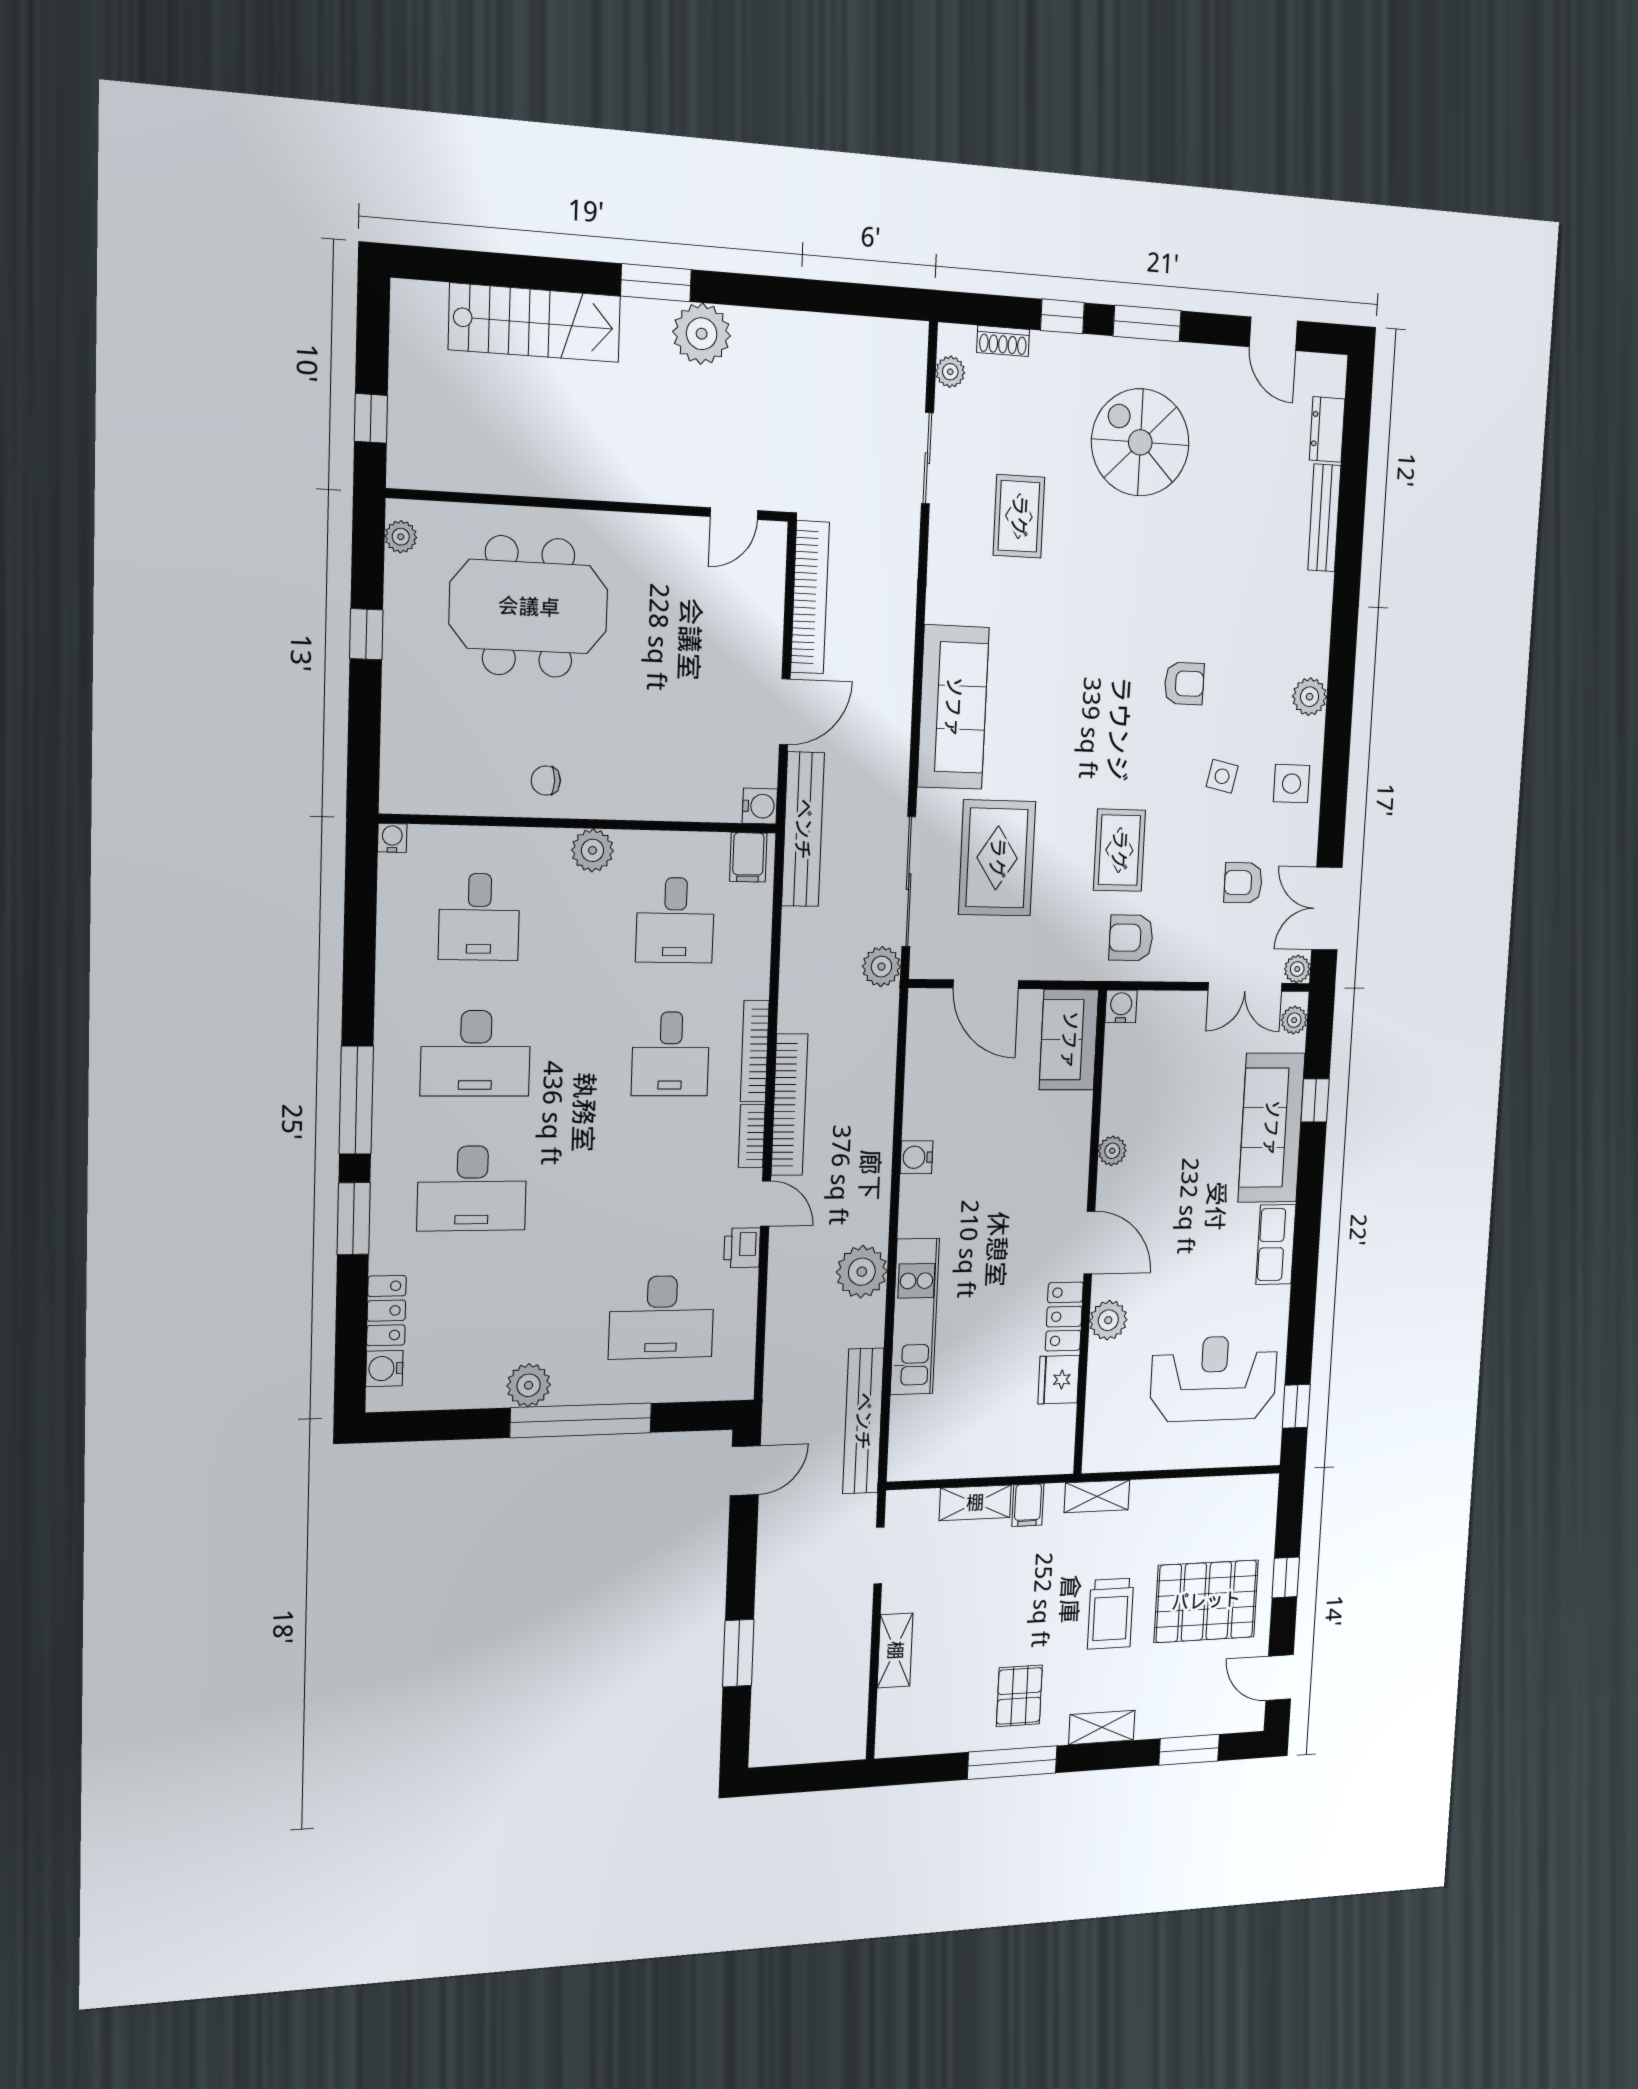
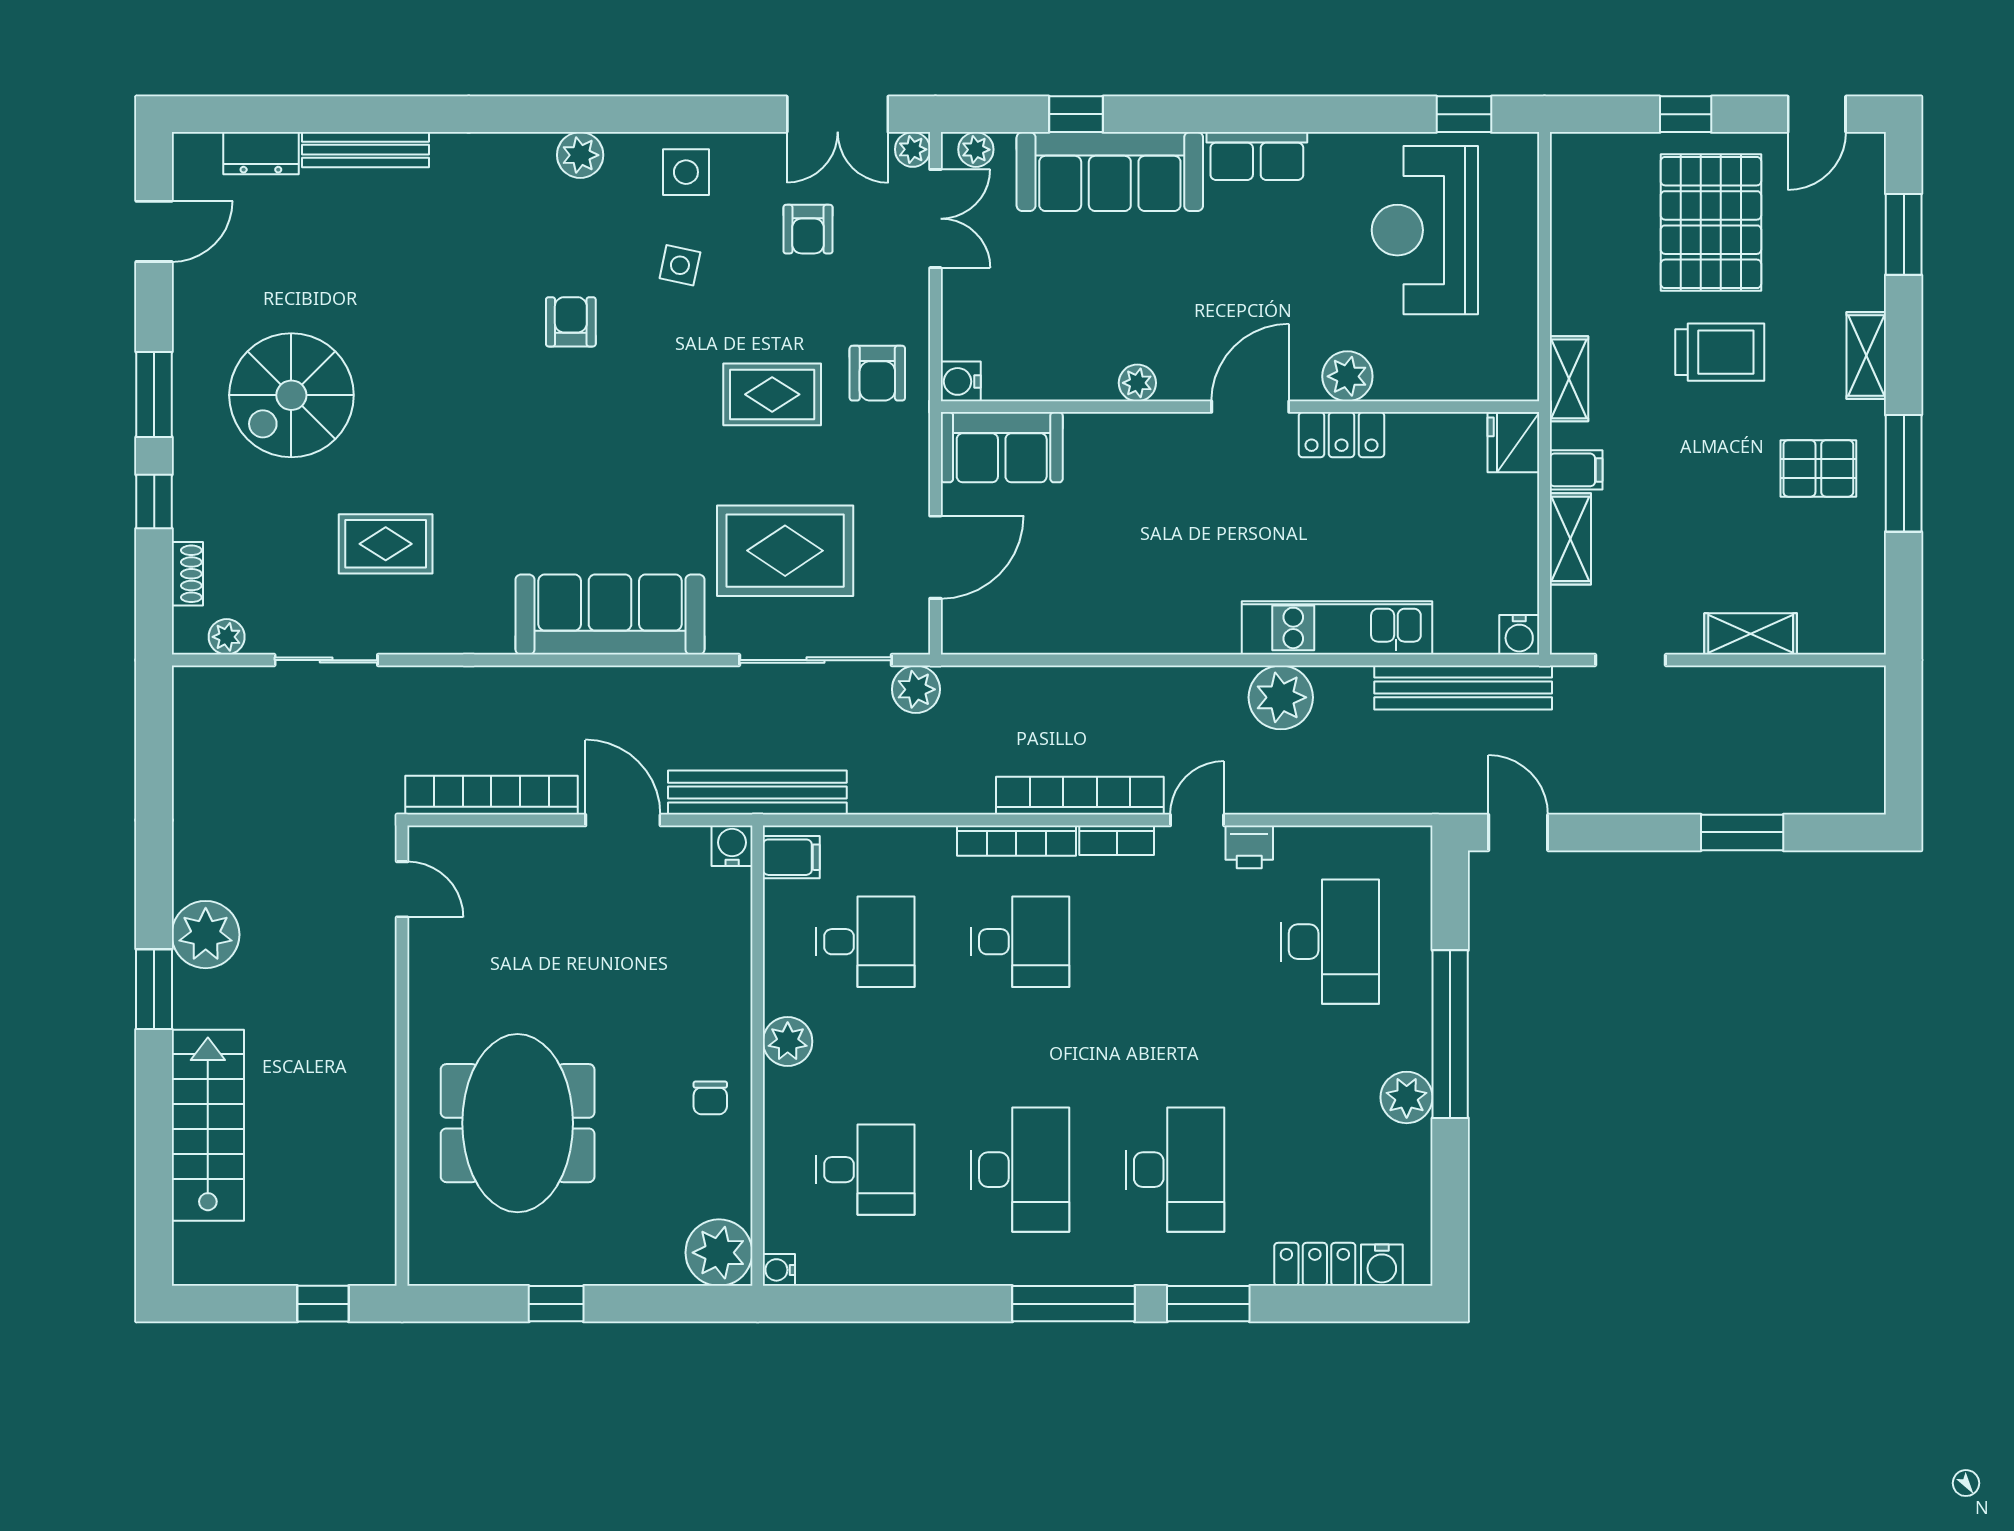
plant: (401, 537) -> (719, 1253), moved, width x1.88, depth x1.88
water cooler: (917, 1157) -> (1519, 635), moved
fridge: (1059, 1380) -> (1513, 442), moved, turned 90

